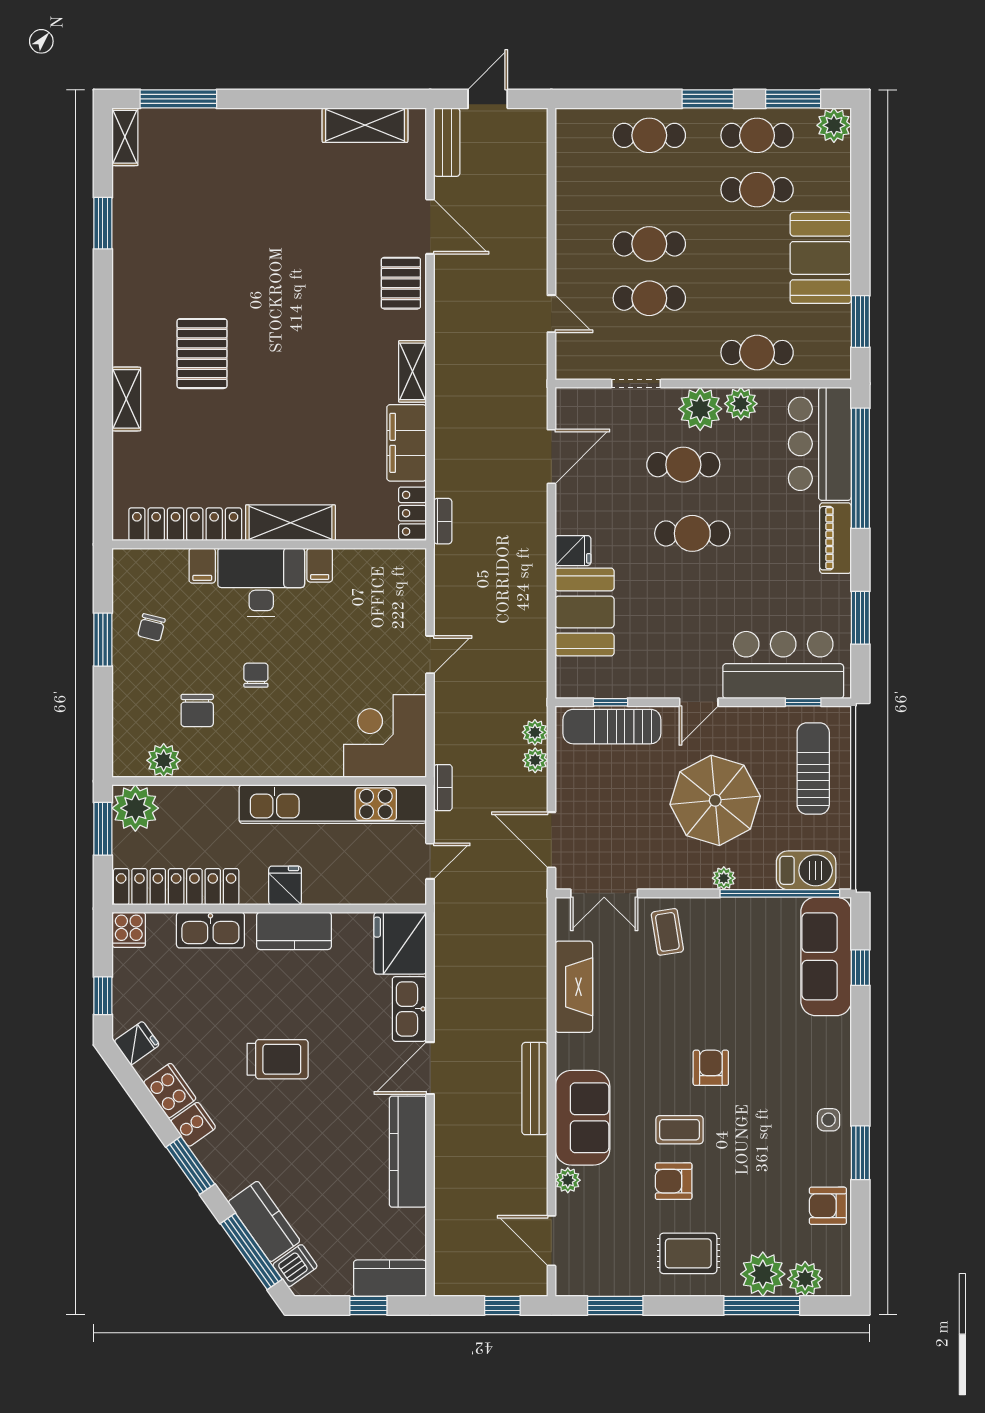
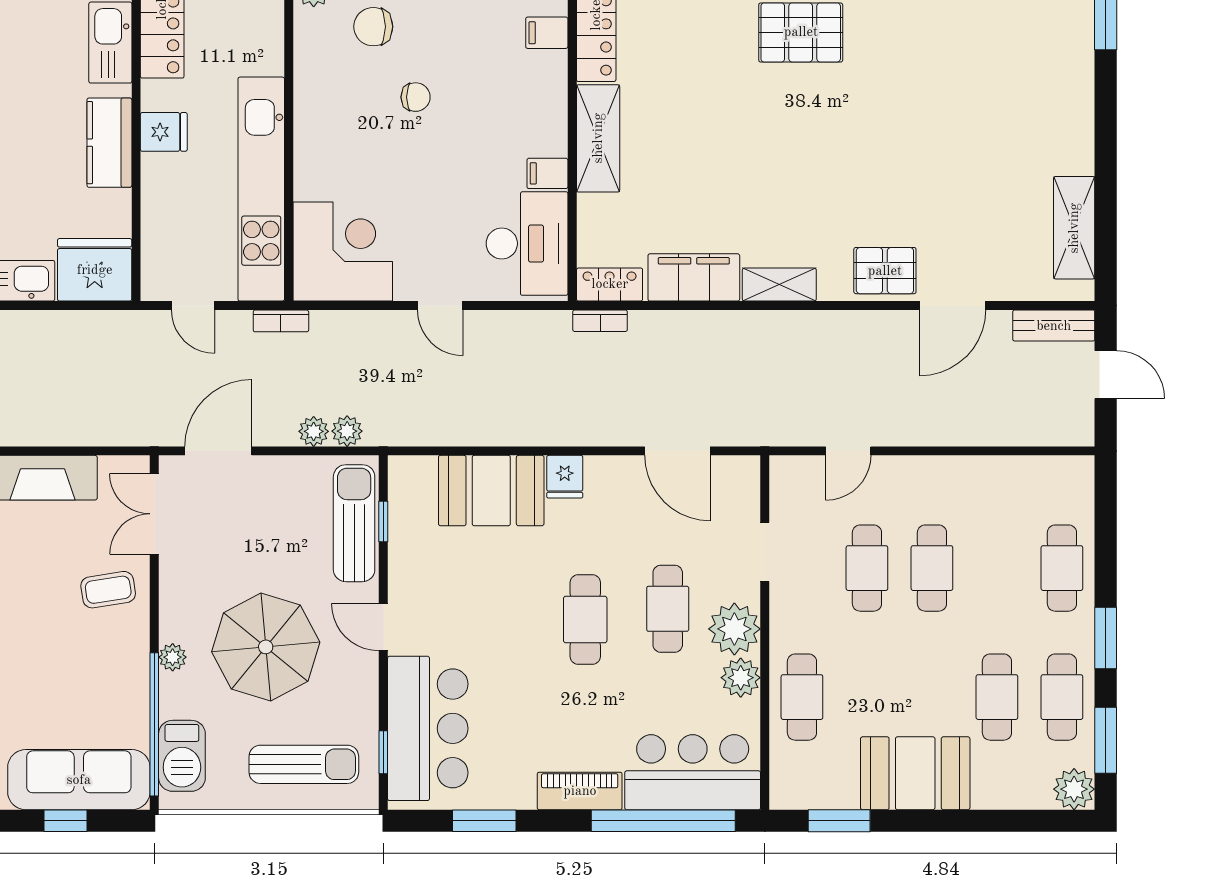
desk: (261, 582) -> (527, 244), moved

